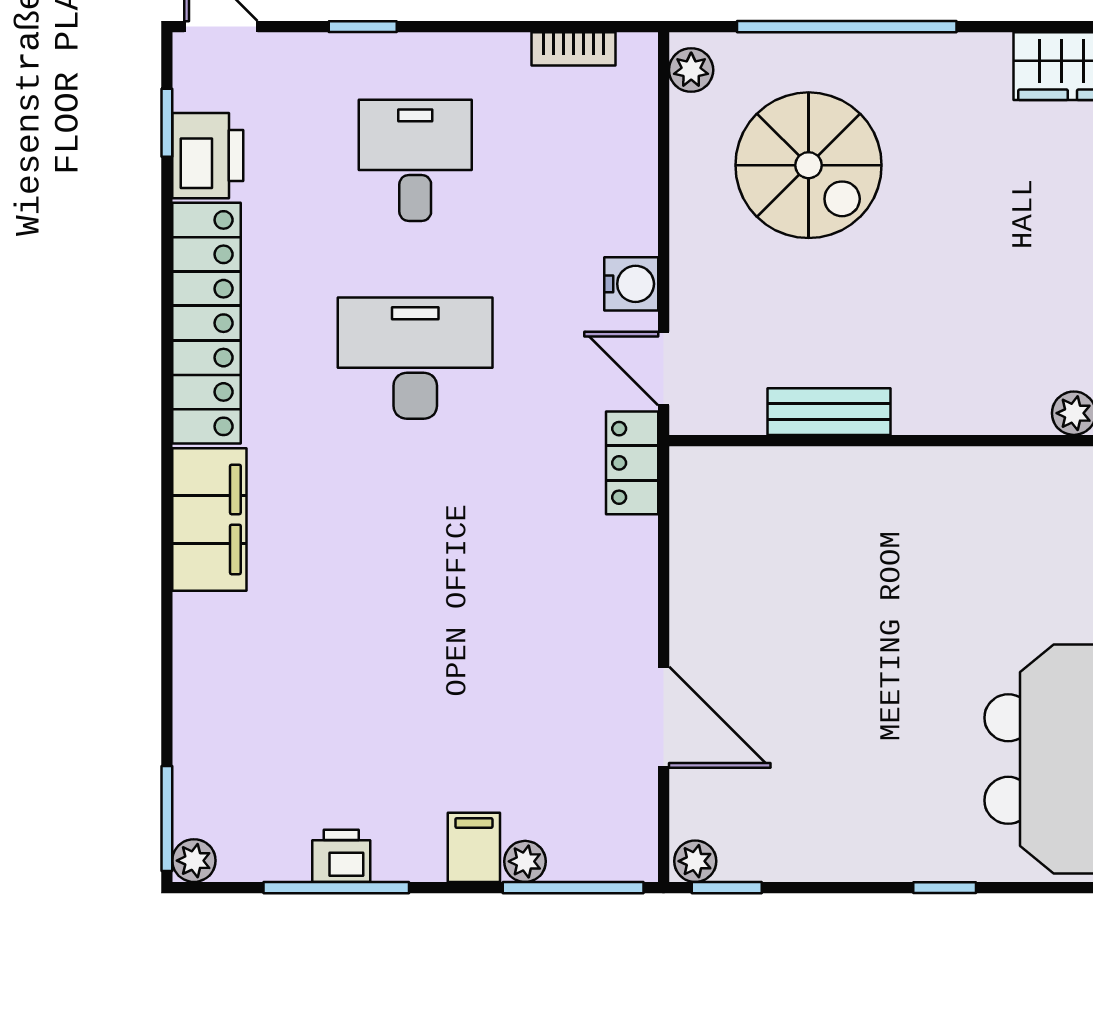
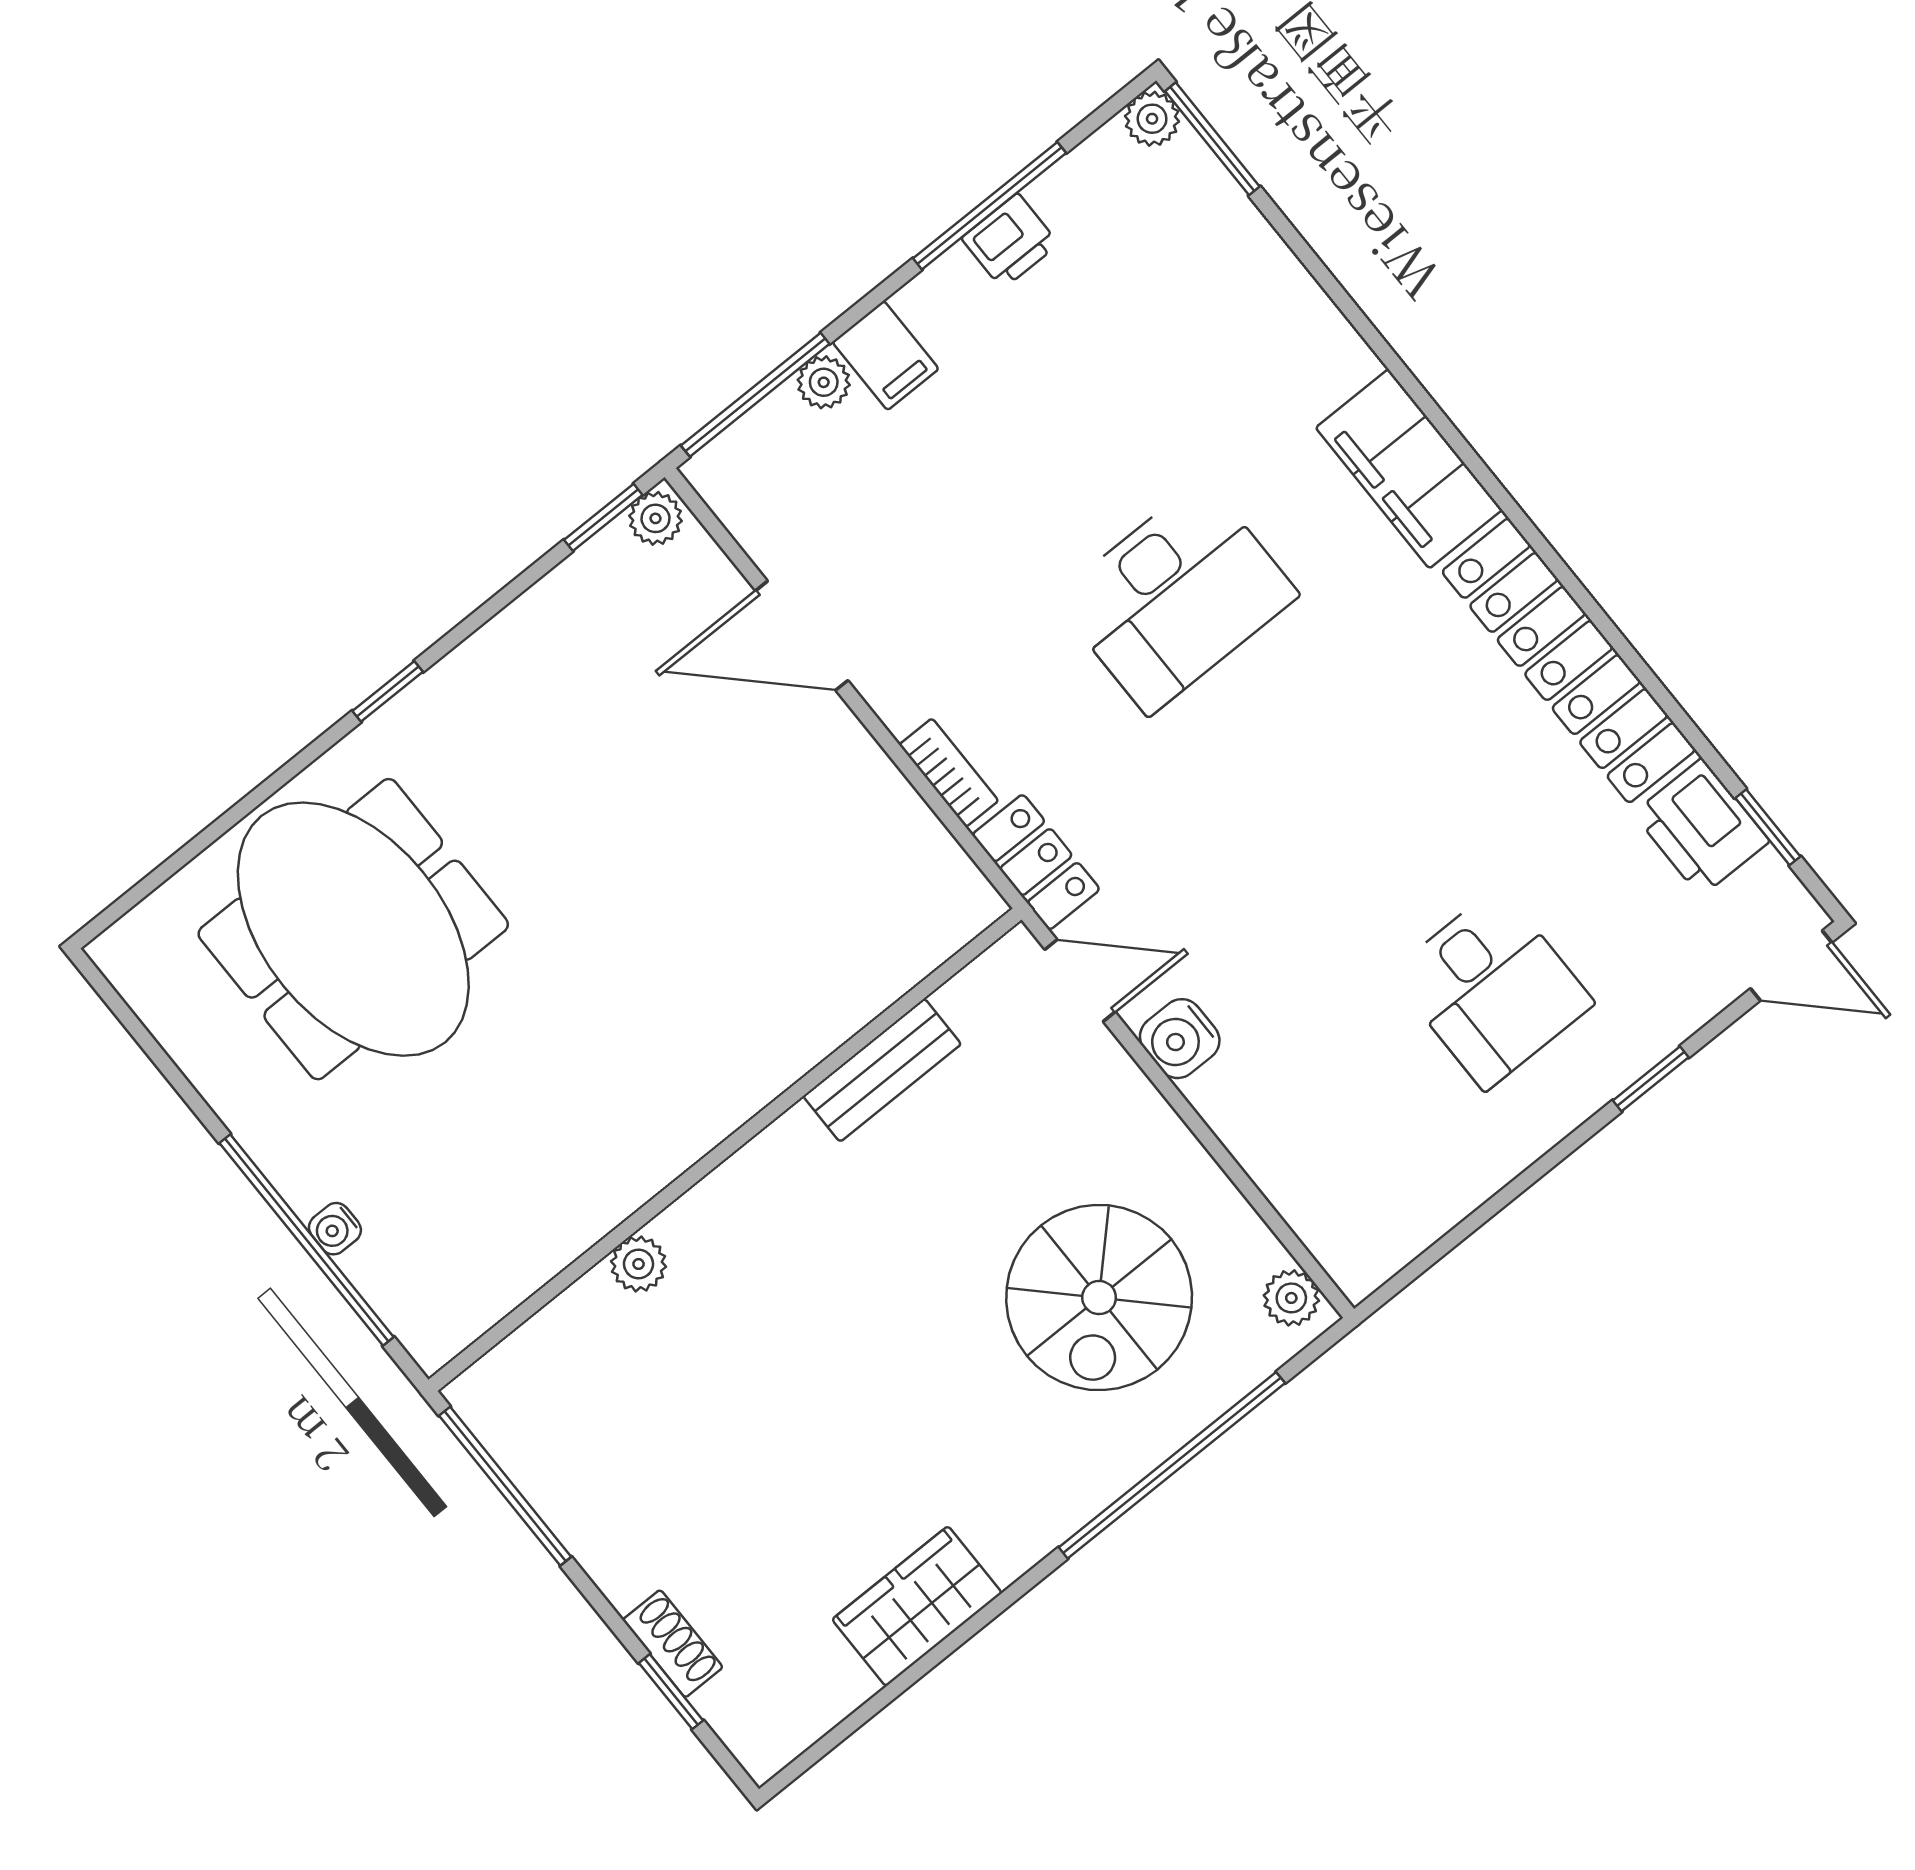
bookcase: (574, 49) -> (949, 773), moved, turned 90
spiral stairs: (809, 165) -> (1099, 1298), turned -90
desk: (415, 358) -> (1176, 597), moved

